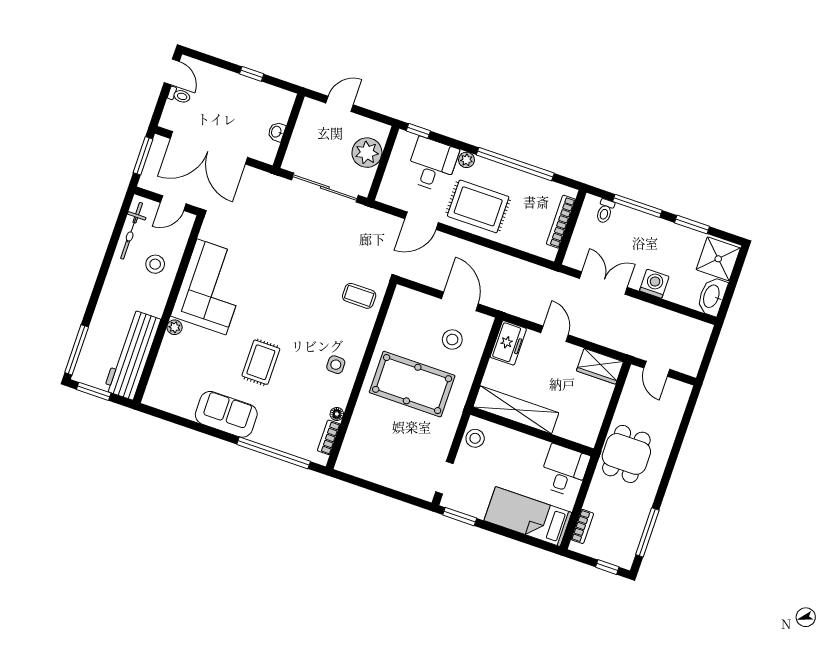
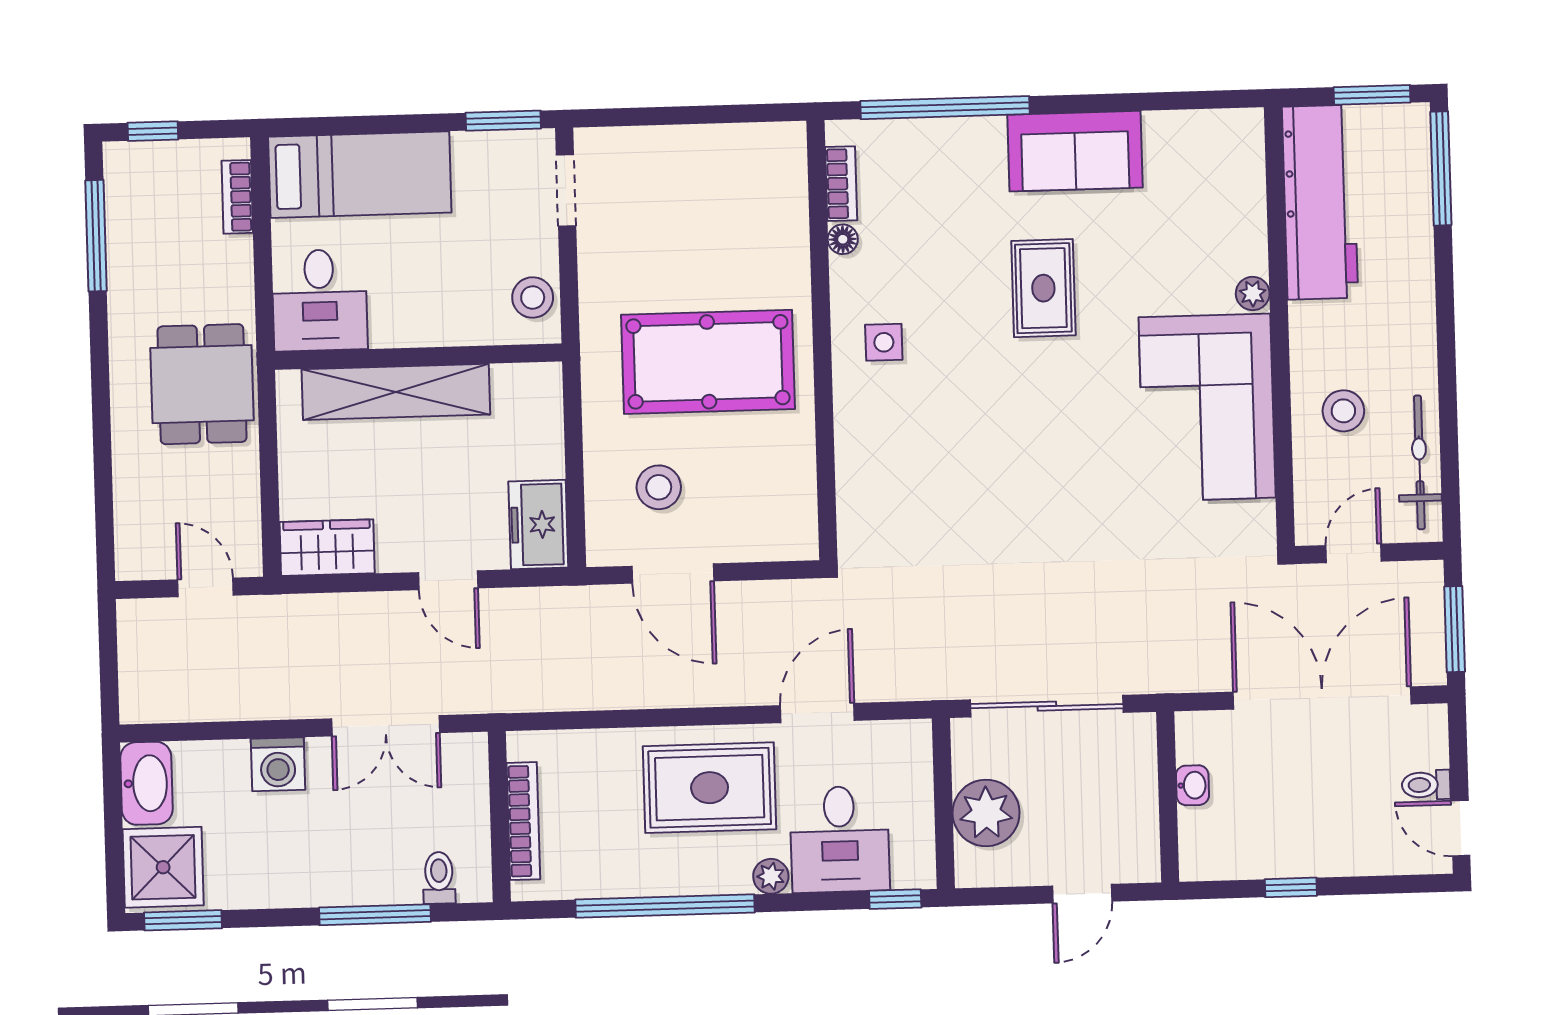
window: (692, 225) -> (183, 920), moved
coffee table: (359, 296) -> (889, 505), removed
shelving: (516, 410) -> (396, 392), moved

